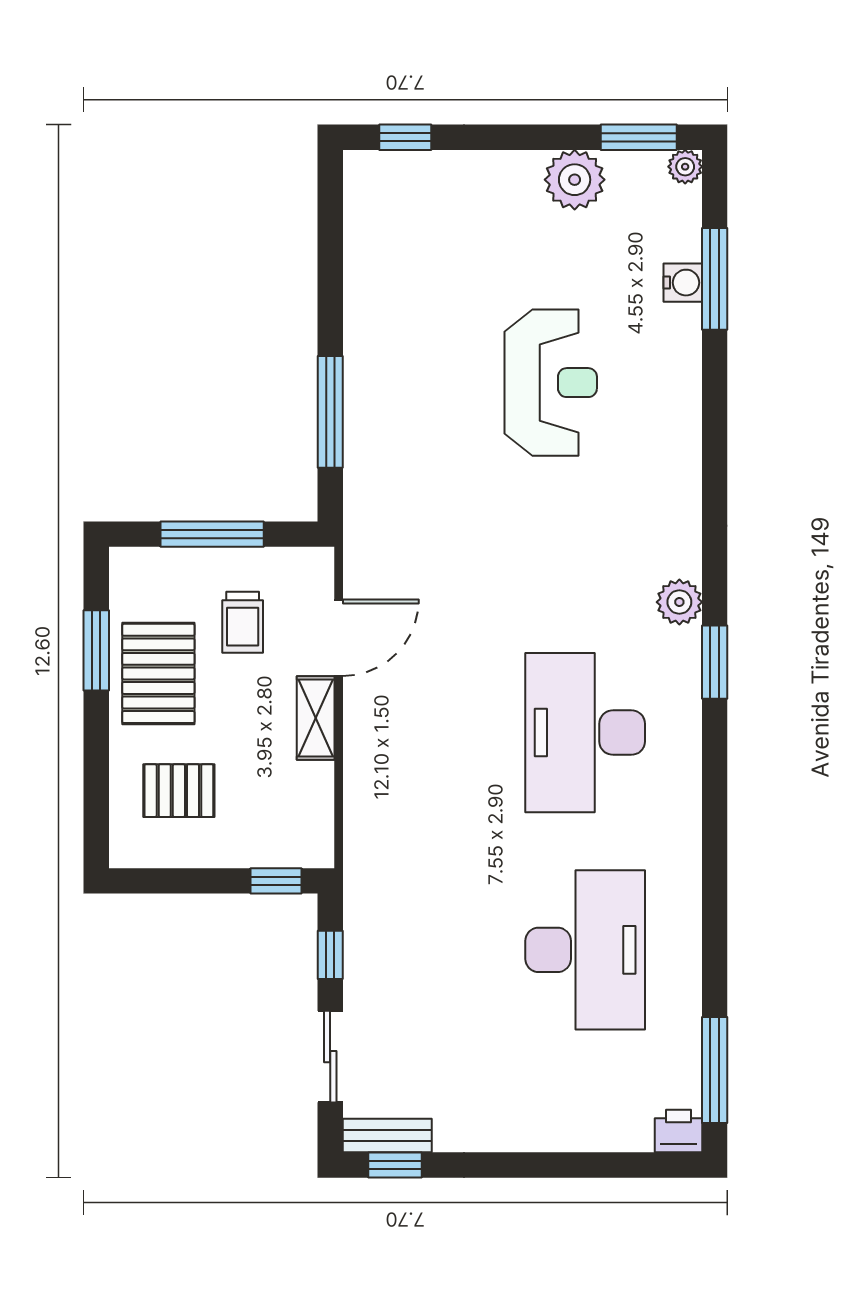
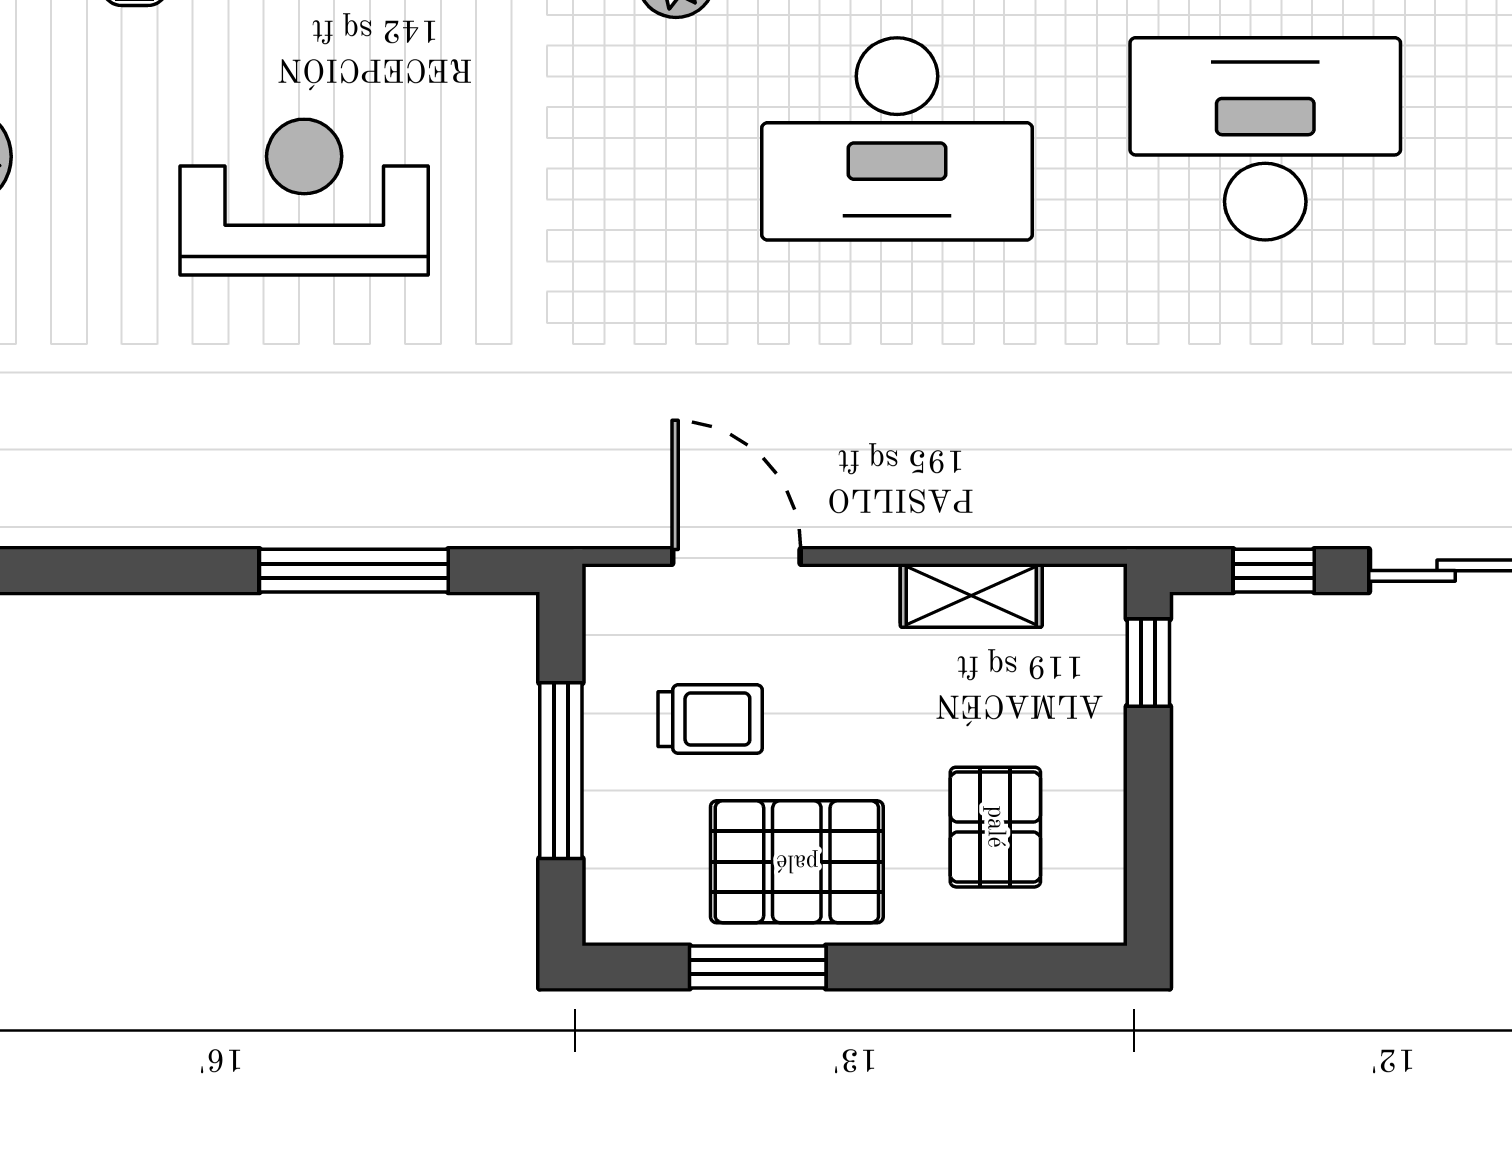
shelving: (316, 718) -> (971, 595), moved

